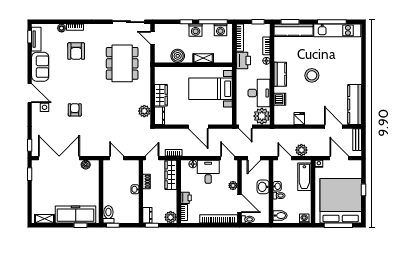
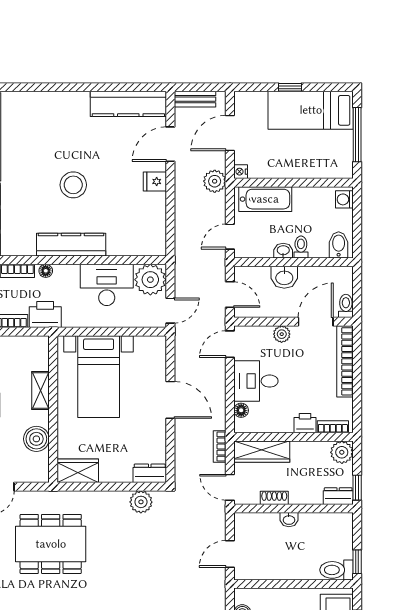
kitchen counter: (280, 74) -> (71, 245), width x1.50
wardrobe: (161, 95) -> (78, 471), moved
dishwasher: (280, 99) -> (119, 245), removed
fridge: (299, 118) -> (155, 181), moved
door: (198, 127) -> (170, 400), hinge flipped
plant: (301, 150) -> (215, 181), moved
bed: (341, 201) -> (311, 110), width x0.49

